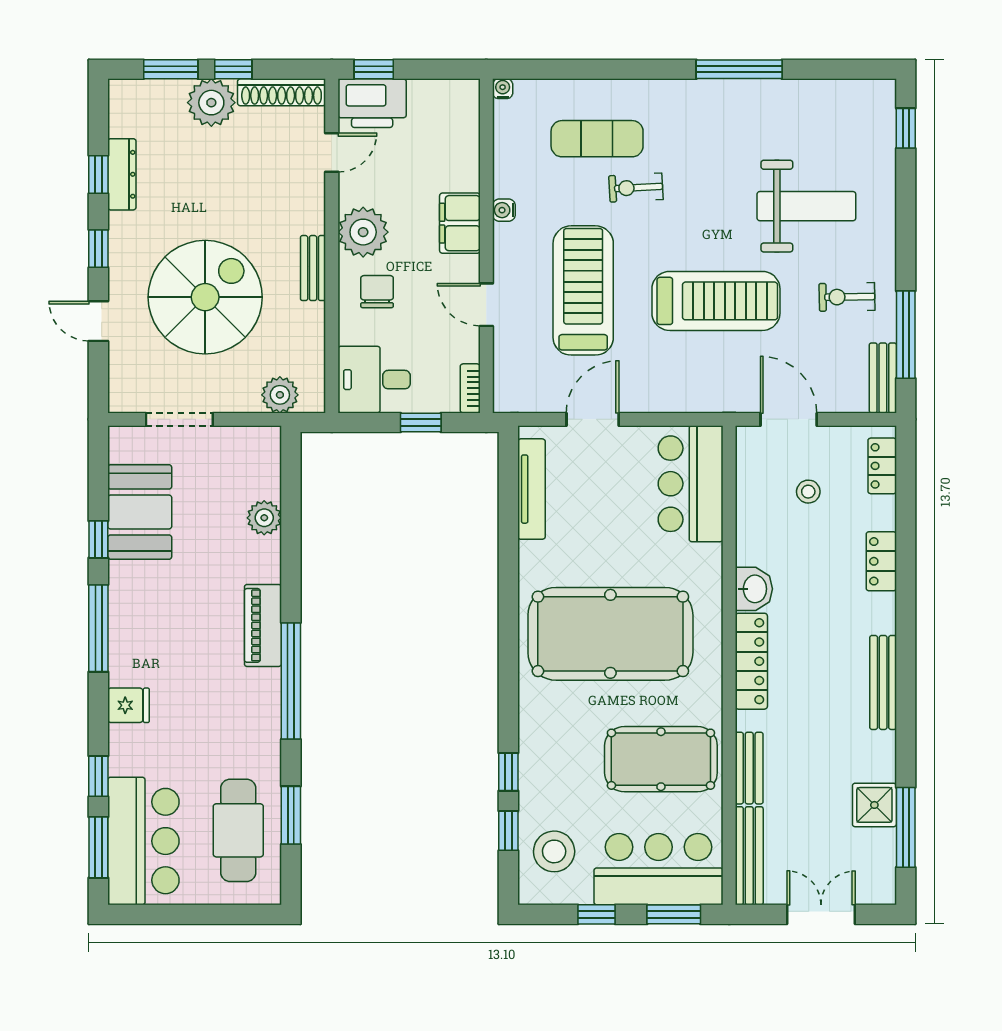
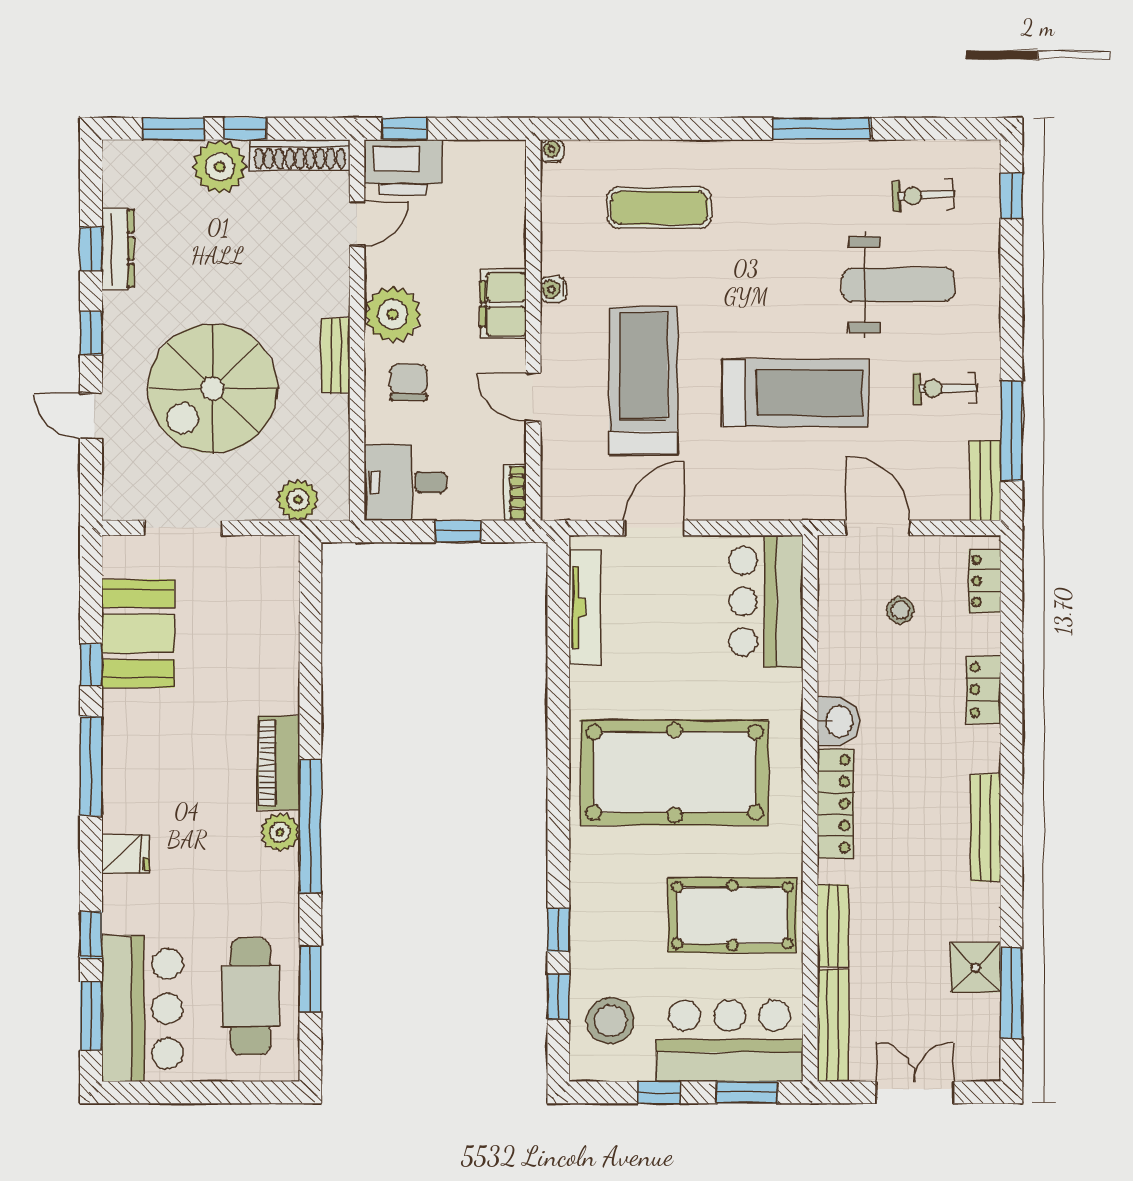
exercise bike: (636, 188) -> (923, 195), moved
spiral stairs: (205, 297) -> (213, 389), turned 180
plant: (264, 518) -> (280, 832), moved

